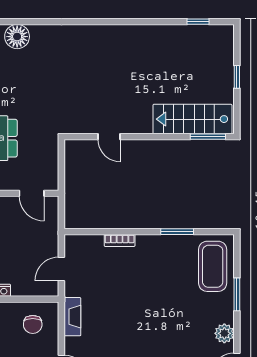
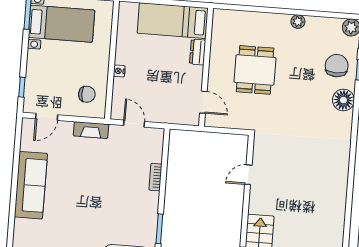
door: (32, 193) -> (203, 102), swing flipped
chair: (33, 324) -> (87, 94), turned 180

